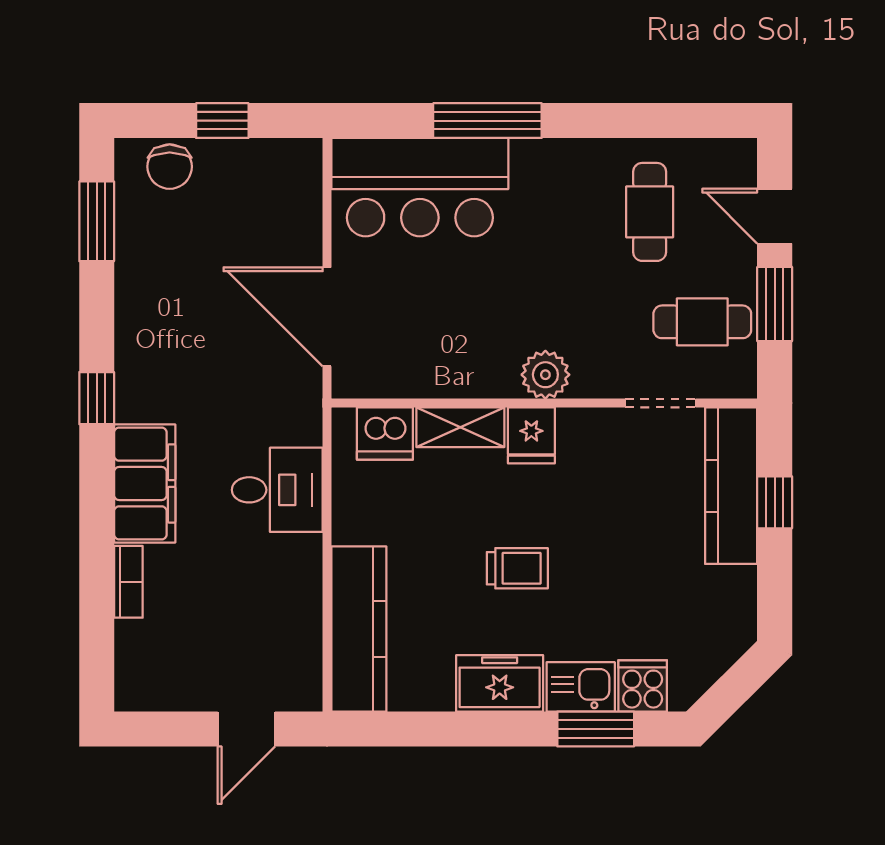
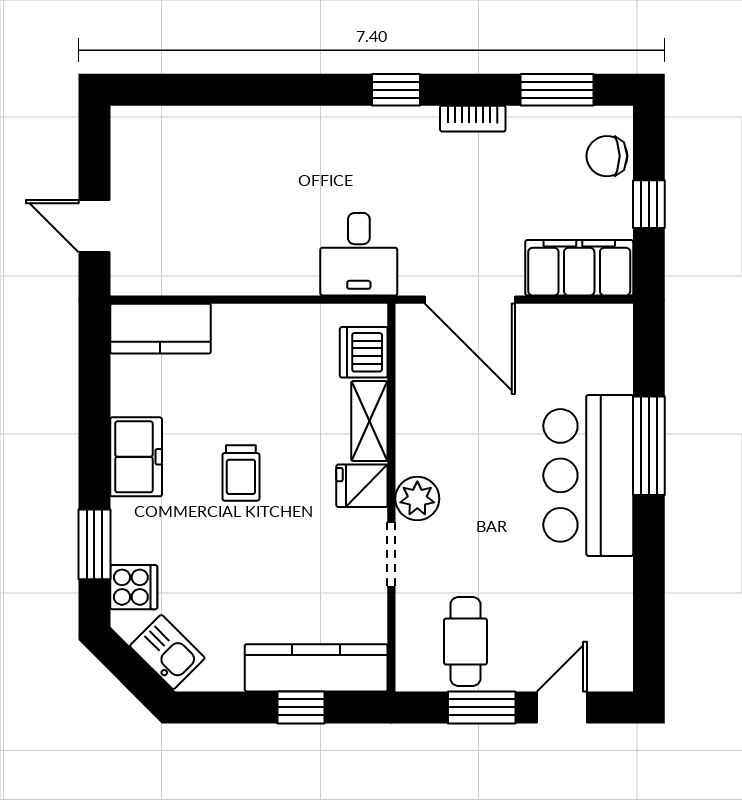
bar counter: (420, 187) -> (588, 475), moved
cafe table: (650, 212) -> (566, 593), removed
door: (327, 317) -> (470, 300), swing flipped
doorway: (660, 403) -> (391, 555), moved
filing cabinet: (145, 483) -> (579, 268), moved, turned 180
desk: (277, 490) -> (359, 254), moved
bookcase: (128, 582) -> (473, 119), moved
kitchen counter: (359, 629) -> (160, 329), width x0.67
kitchen sink: (581, 687) -> (167, 652), moved, turned -45

